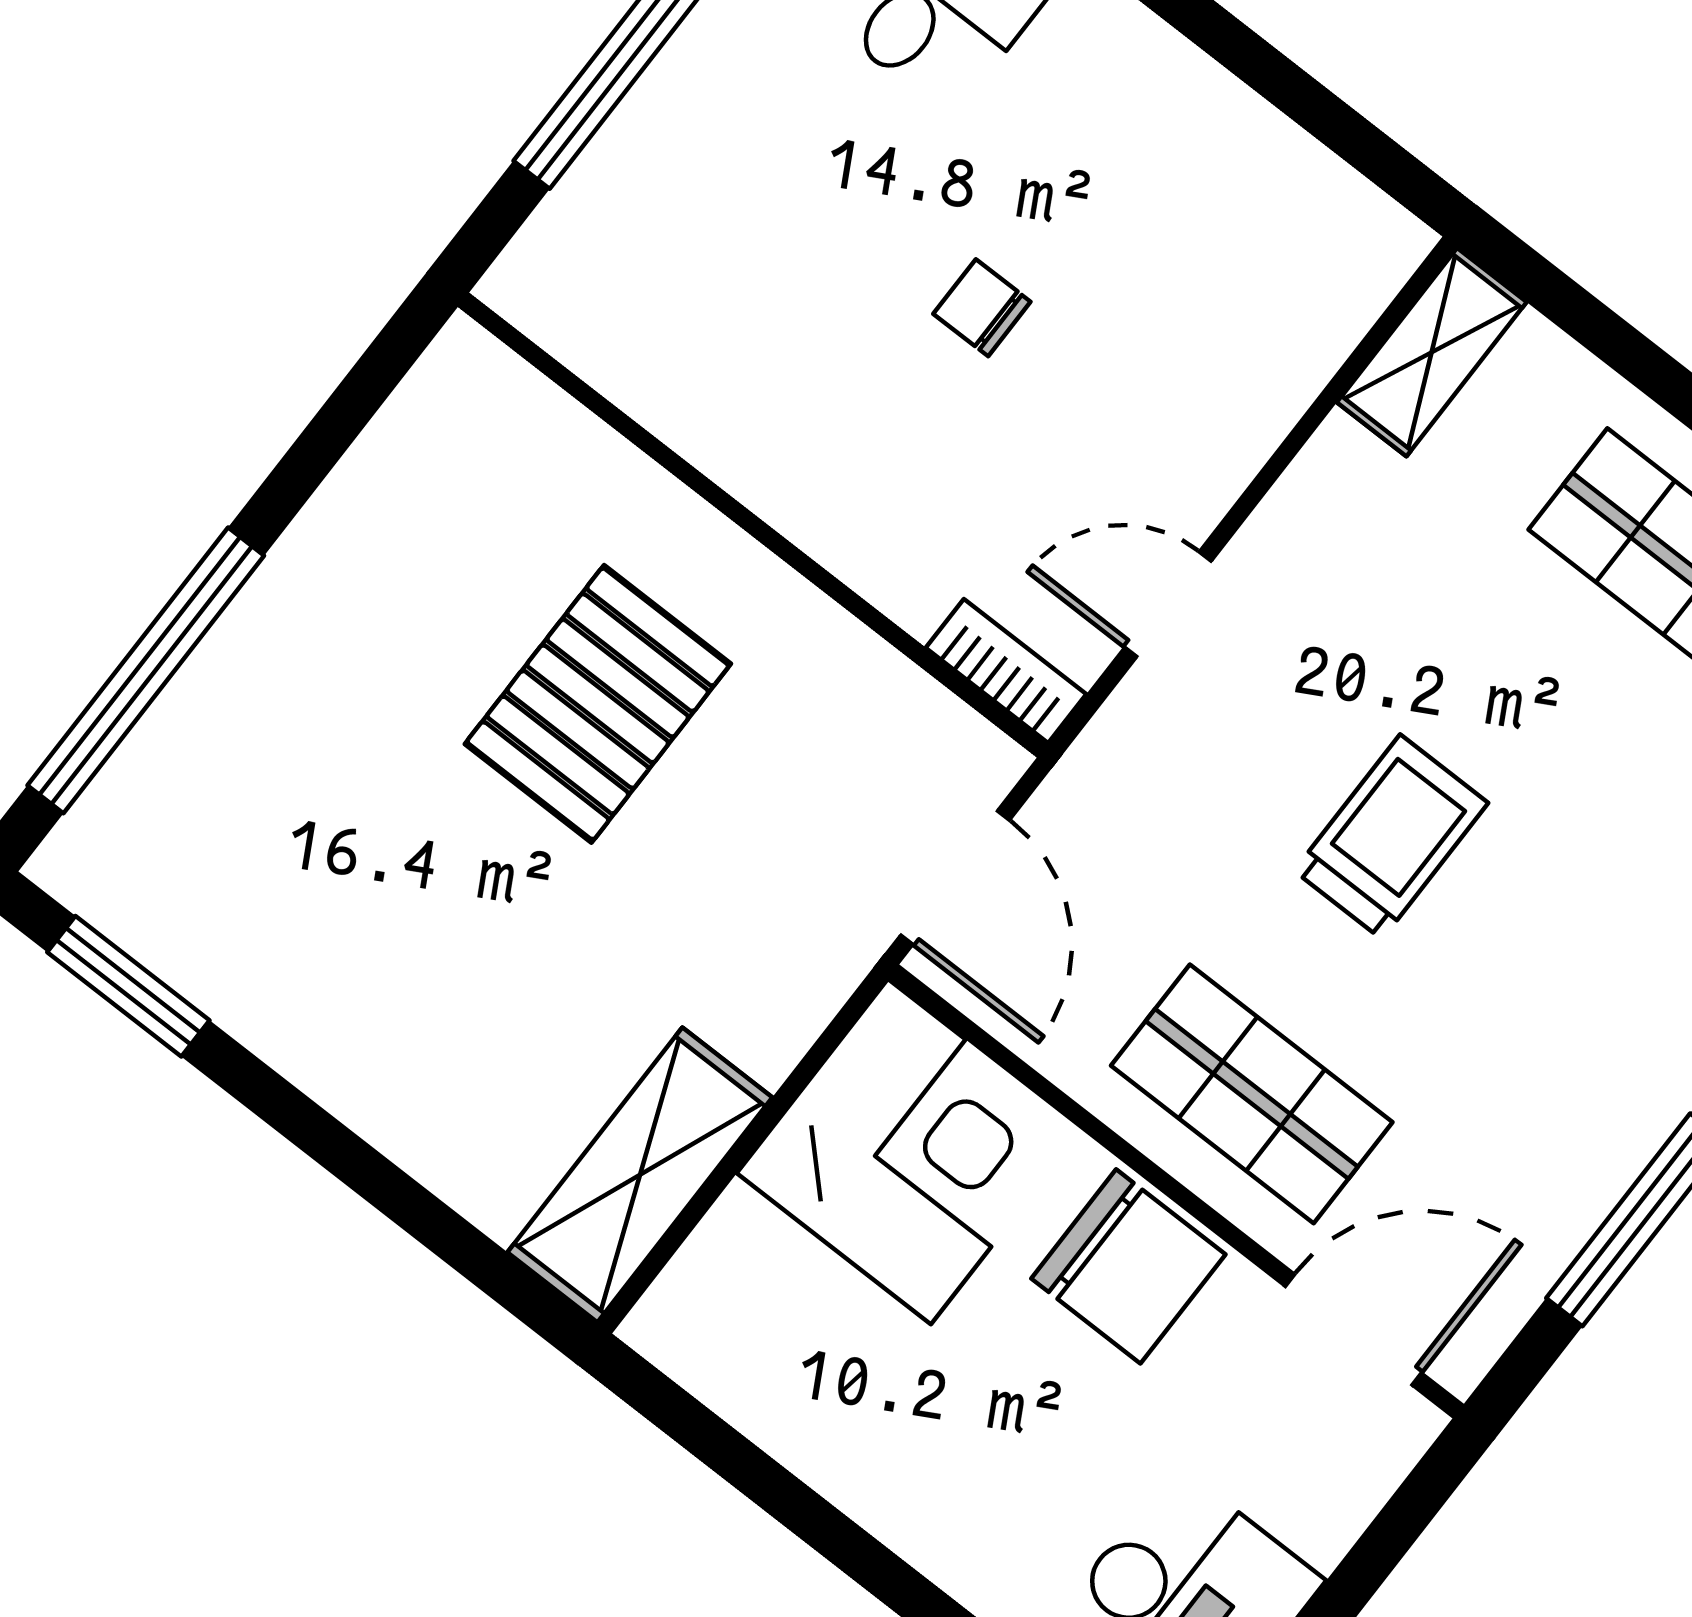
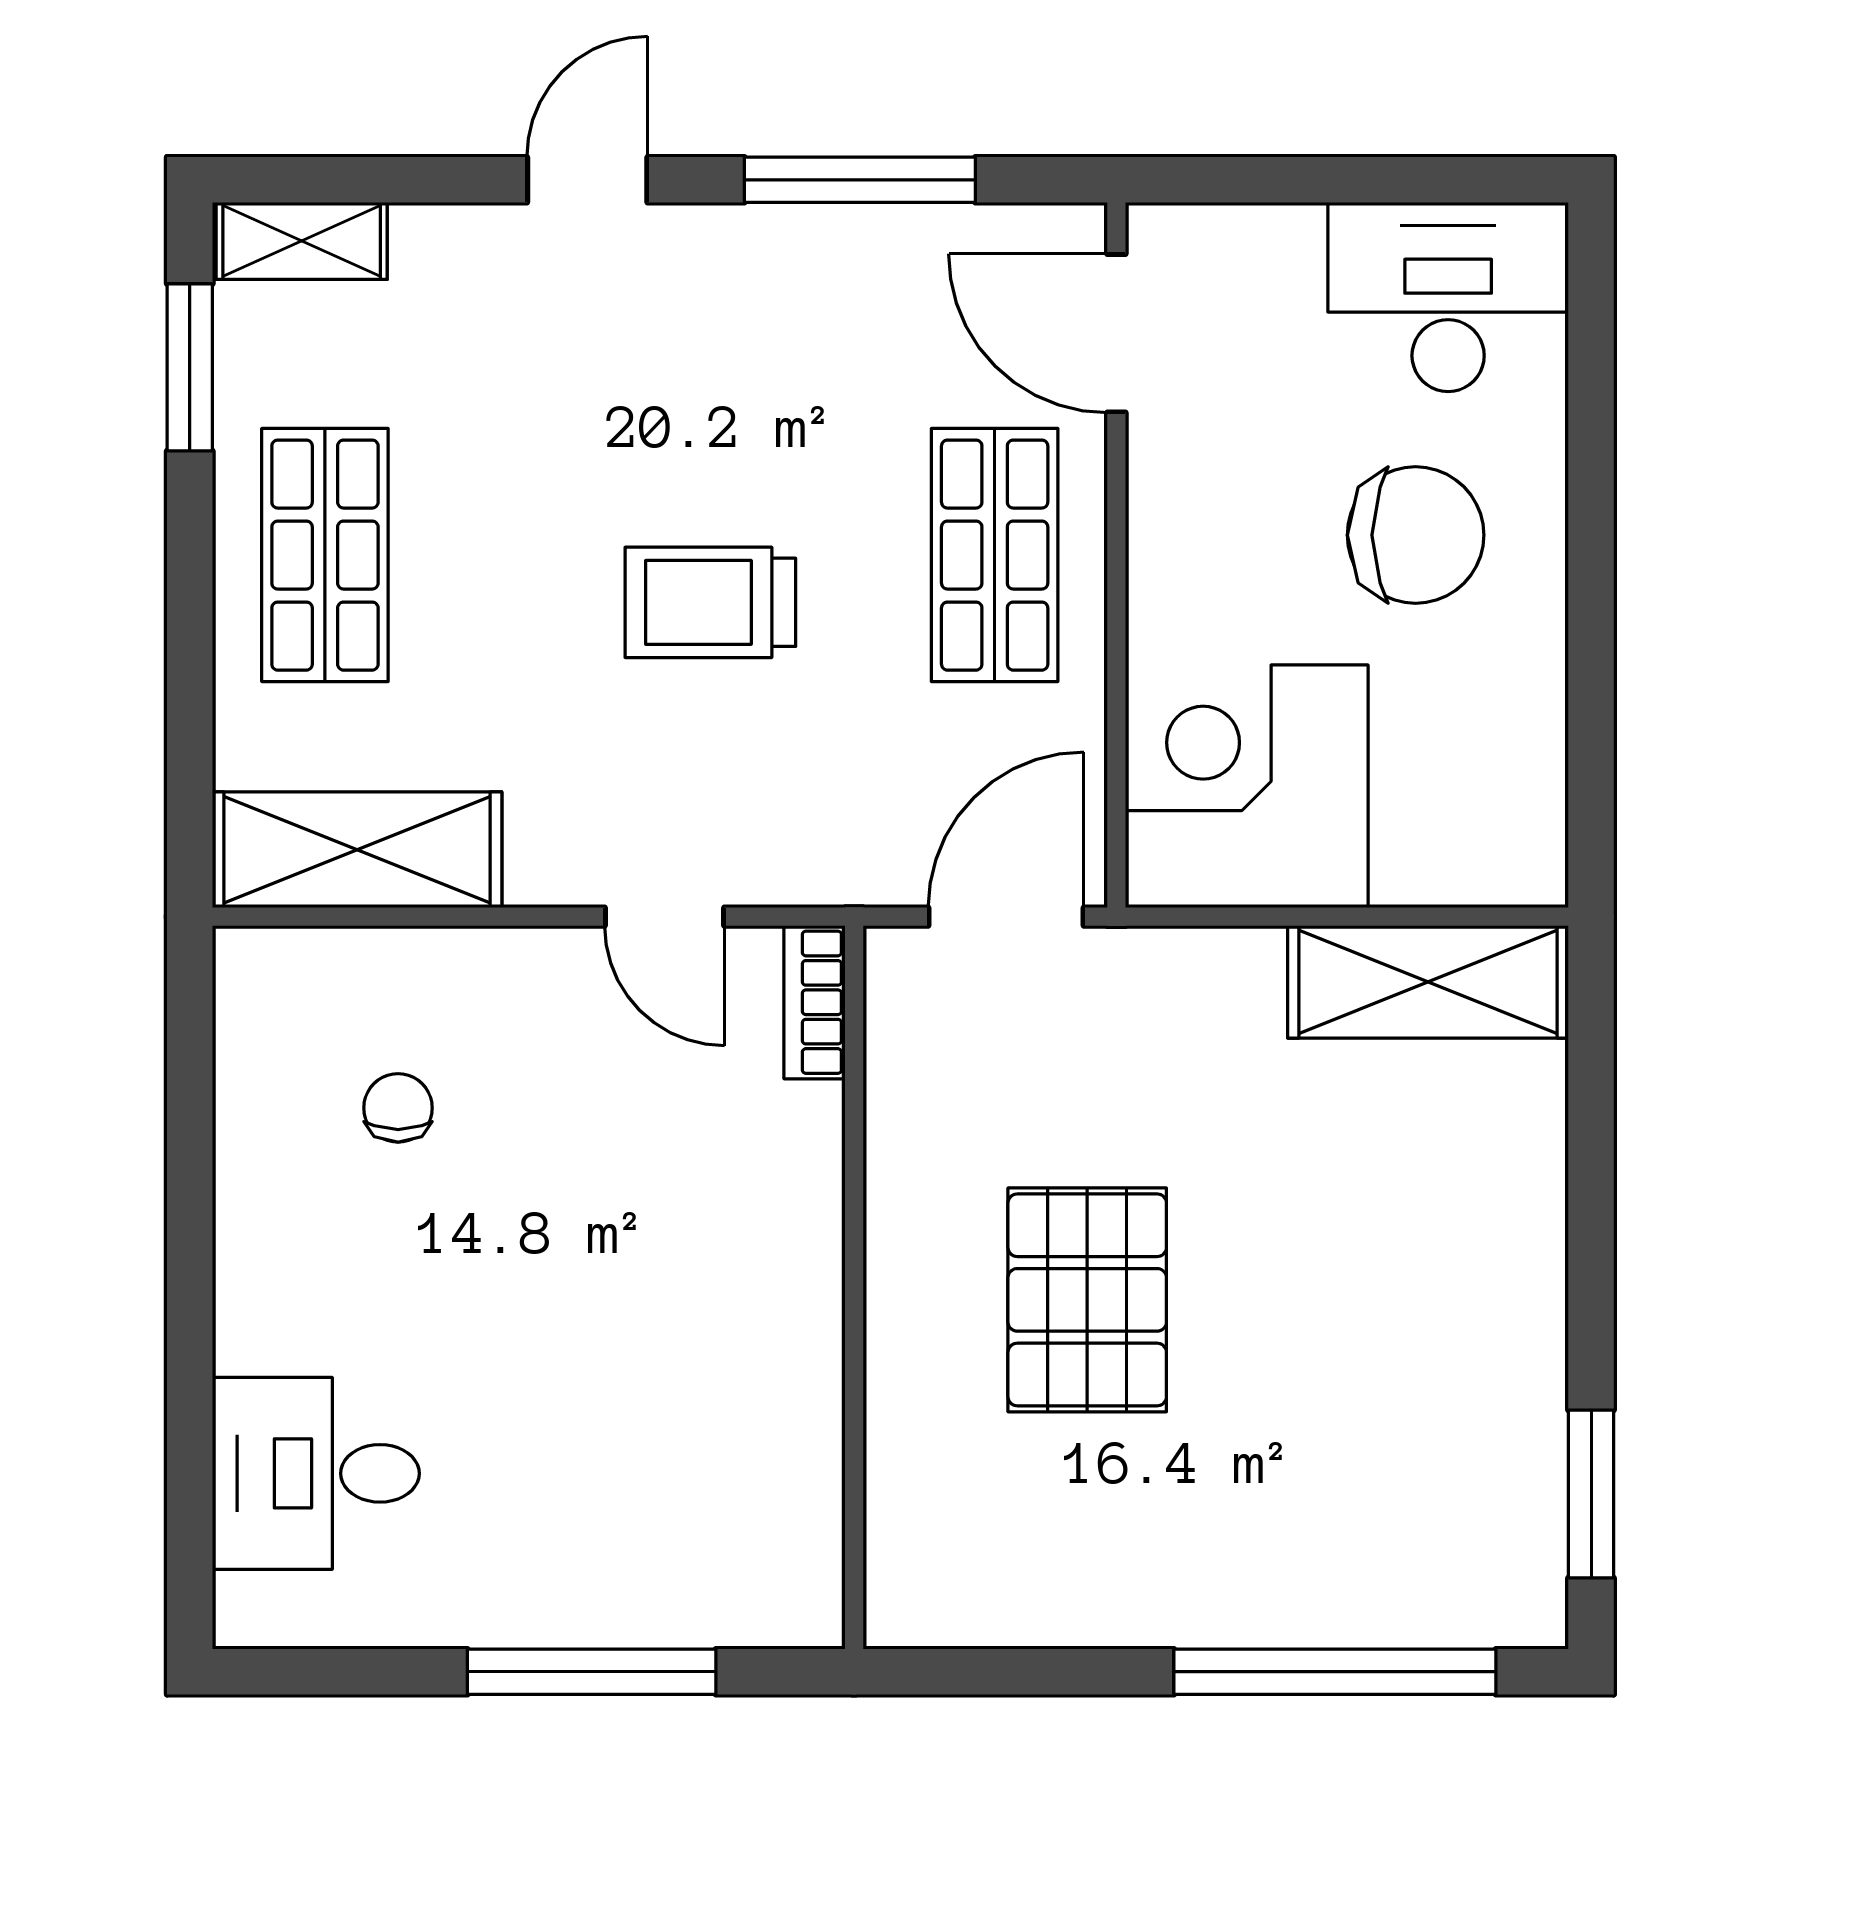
chair: (982, 308) -> (398, 1108), moved, turned 180
shelving: (1432, 352) -> (357, 850), width x1.50, depth x1.33
pallet: (598, 704) -> (1087, 1300), turned 90
chair: (1128, 1266) -> (1416, 535), moved, turned 90

